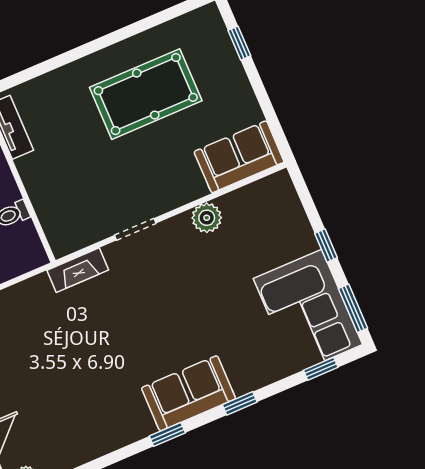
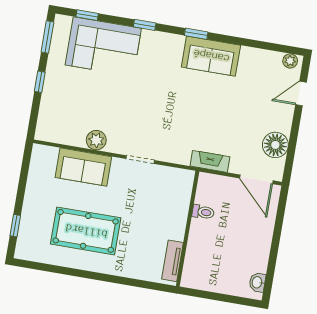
sofa: (239, 157) -> (83, 167), moved
fireplace: (78, 270) -> (210, 161), moved
corner sofa: (308, 311) -> (103, 47), moved, turned 90
sofa: (189, 393) -> (211, 56), moved

